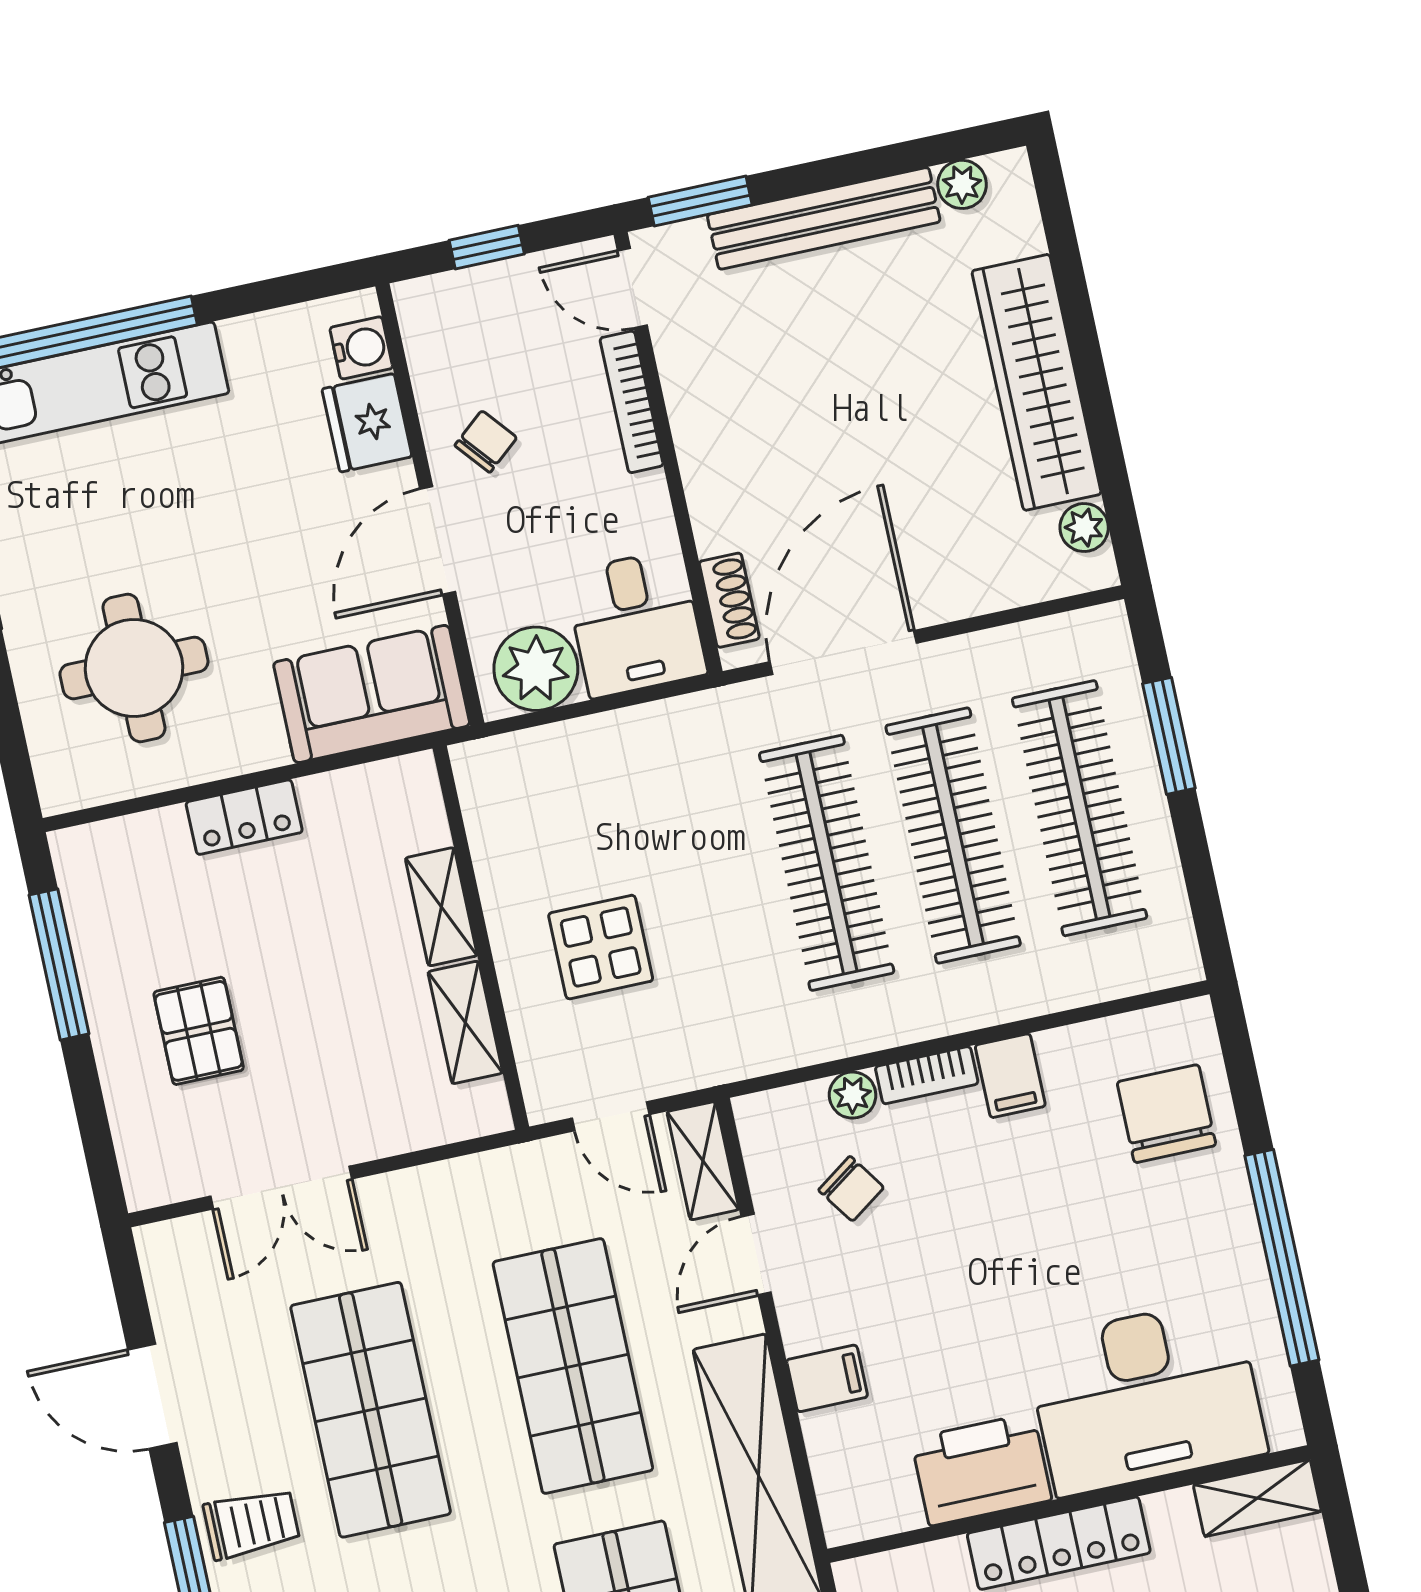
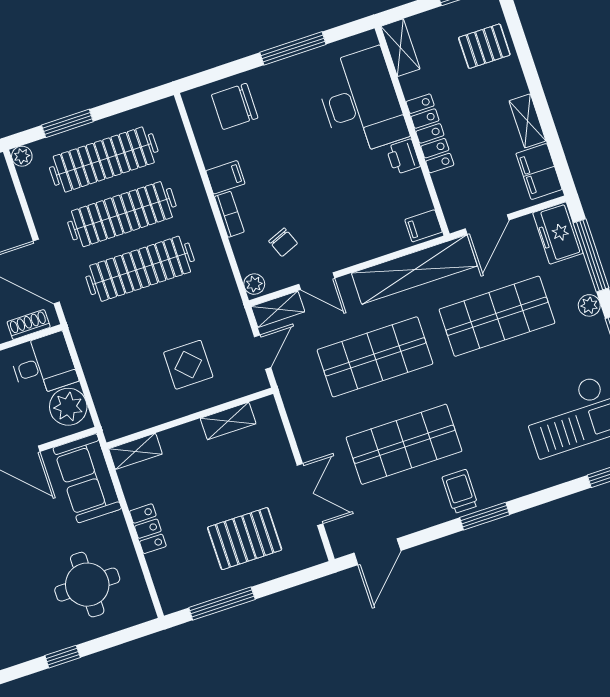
plant: (1107, 626) -> (22, 156), added
shelving: (441, 907) -> (135, 451), moved
pallet: (199, 1031) -> (245, 539), width x1.50, depth x1.42
plant: (853, 1095) -> (254, 284), moved
chair: (851, 1189) -> (283, 242), turned 103
window: (1282, 1258) -> (293, 48), width x0.68
filing cabinet: (827, 1378) -> (424, 226), moved, turned -90
door: (152, 1396) -> (377, 552), moved
printer: (981, 1469) -> (403, 157), width x0.53, depth x0.68

